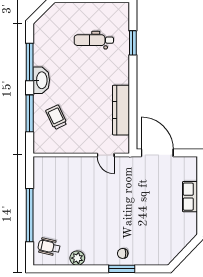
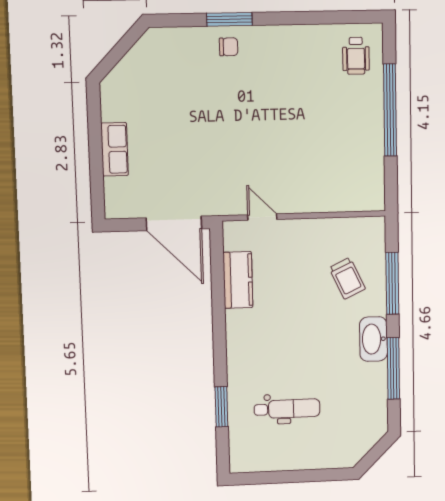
kitchen counter: (121, 110) -> (238, 280), width x0.67
wheelchair: (49, 247) -> (356, 56), turned 77
plant: (77, 258) -> (307, 37), removed

